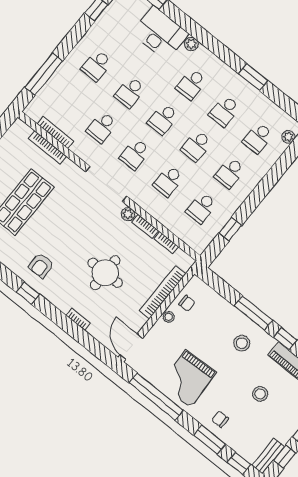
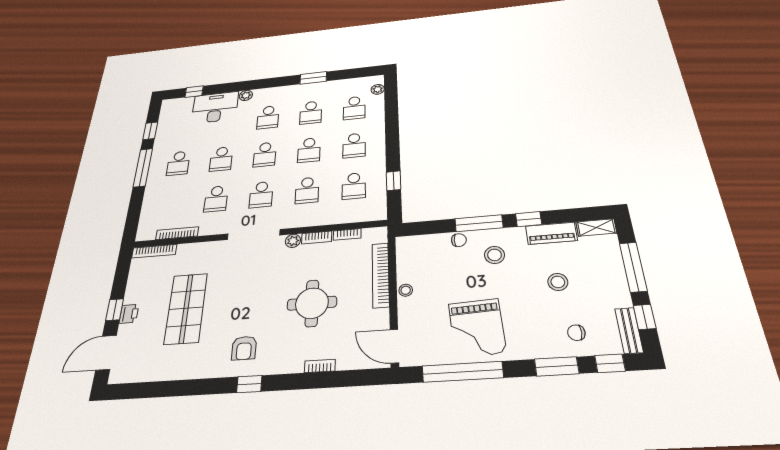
window: (44, 74) -> (143, 168), moved
bookcase: (47, 147) -> (154, 251), moved
chair: (187, 303) -> (459, 240), moved
chair: (220, 419) -> (576, 333), moved

